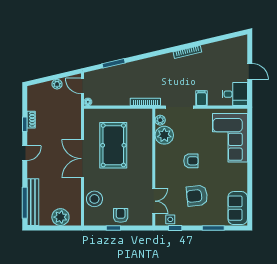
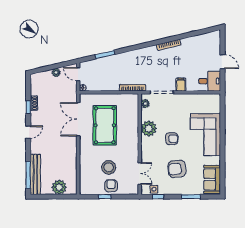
plant: (164, 135) -> (149, 129), moved
corner sofa: (230, 138) -> (205, 135), moved
double door: (83, 159) -> (78, 119), moved
stool: (94, 199) -> (109, 167), moved

